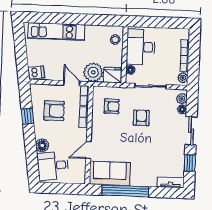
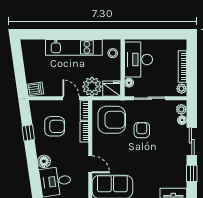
kitchen unit: (56, 32) -> (74, 47), moved
armchair: (112, 106) -> (112, 120), width x1.88, depth x1.88
door: (88, 150) -> (90, 164), swing flipped

